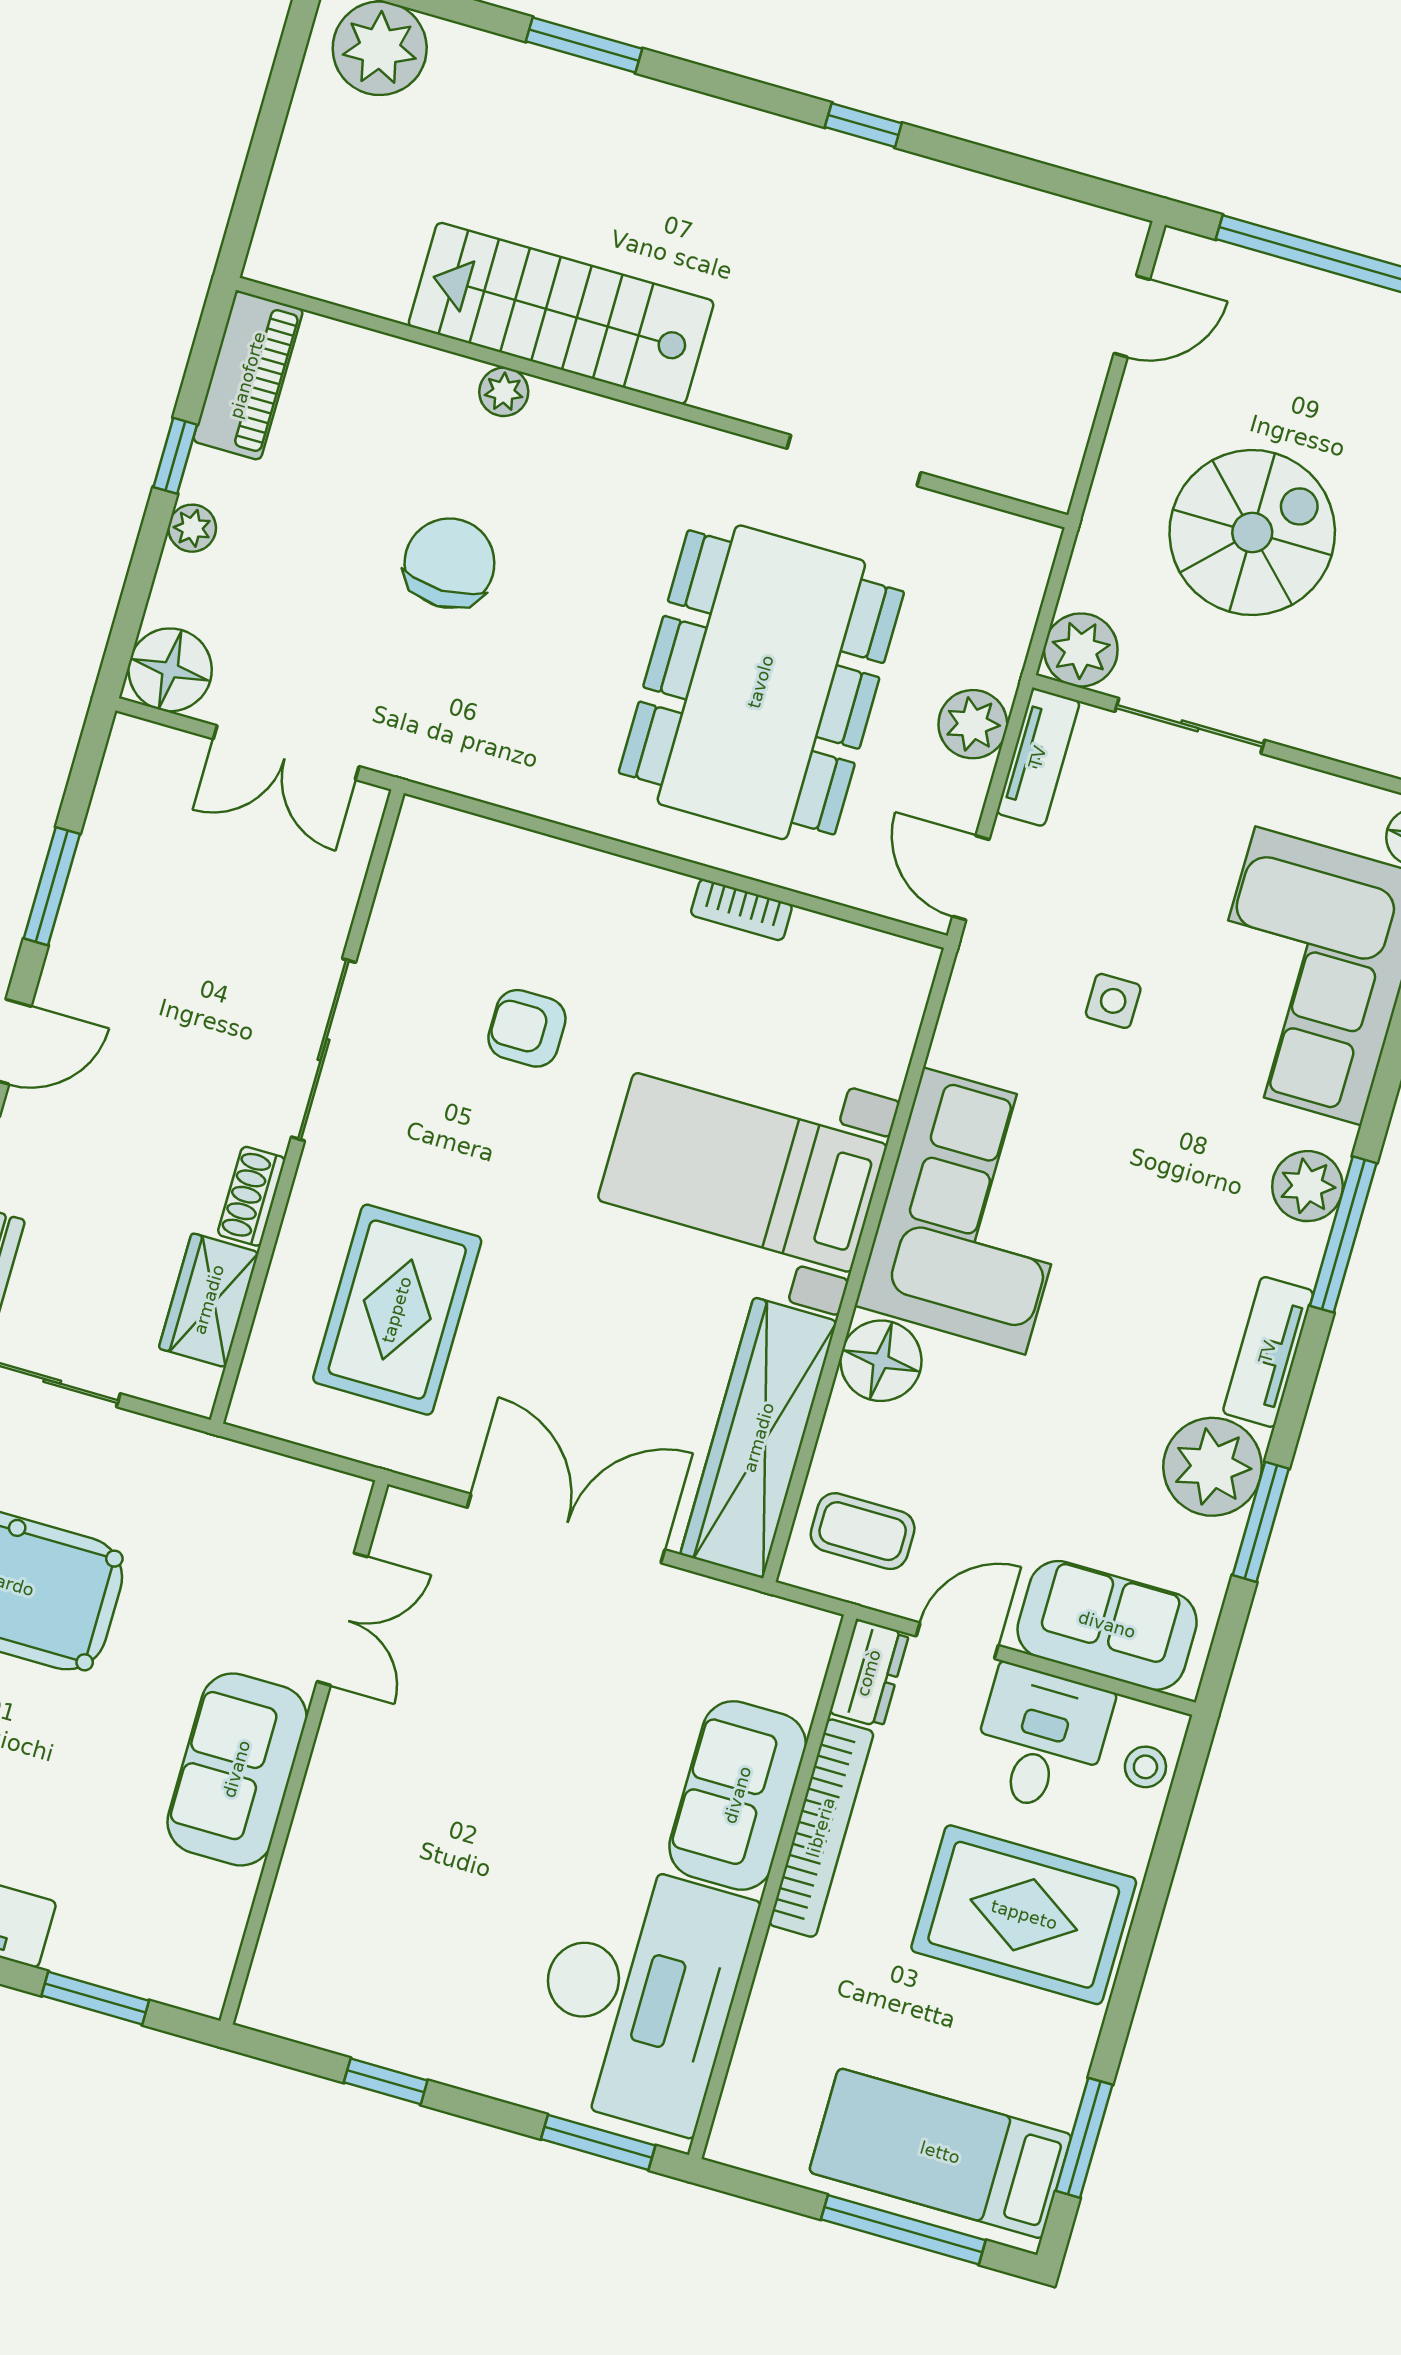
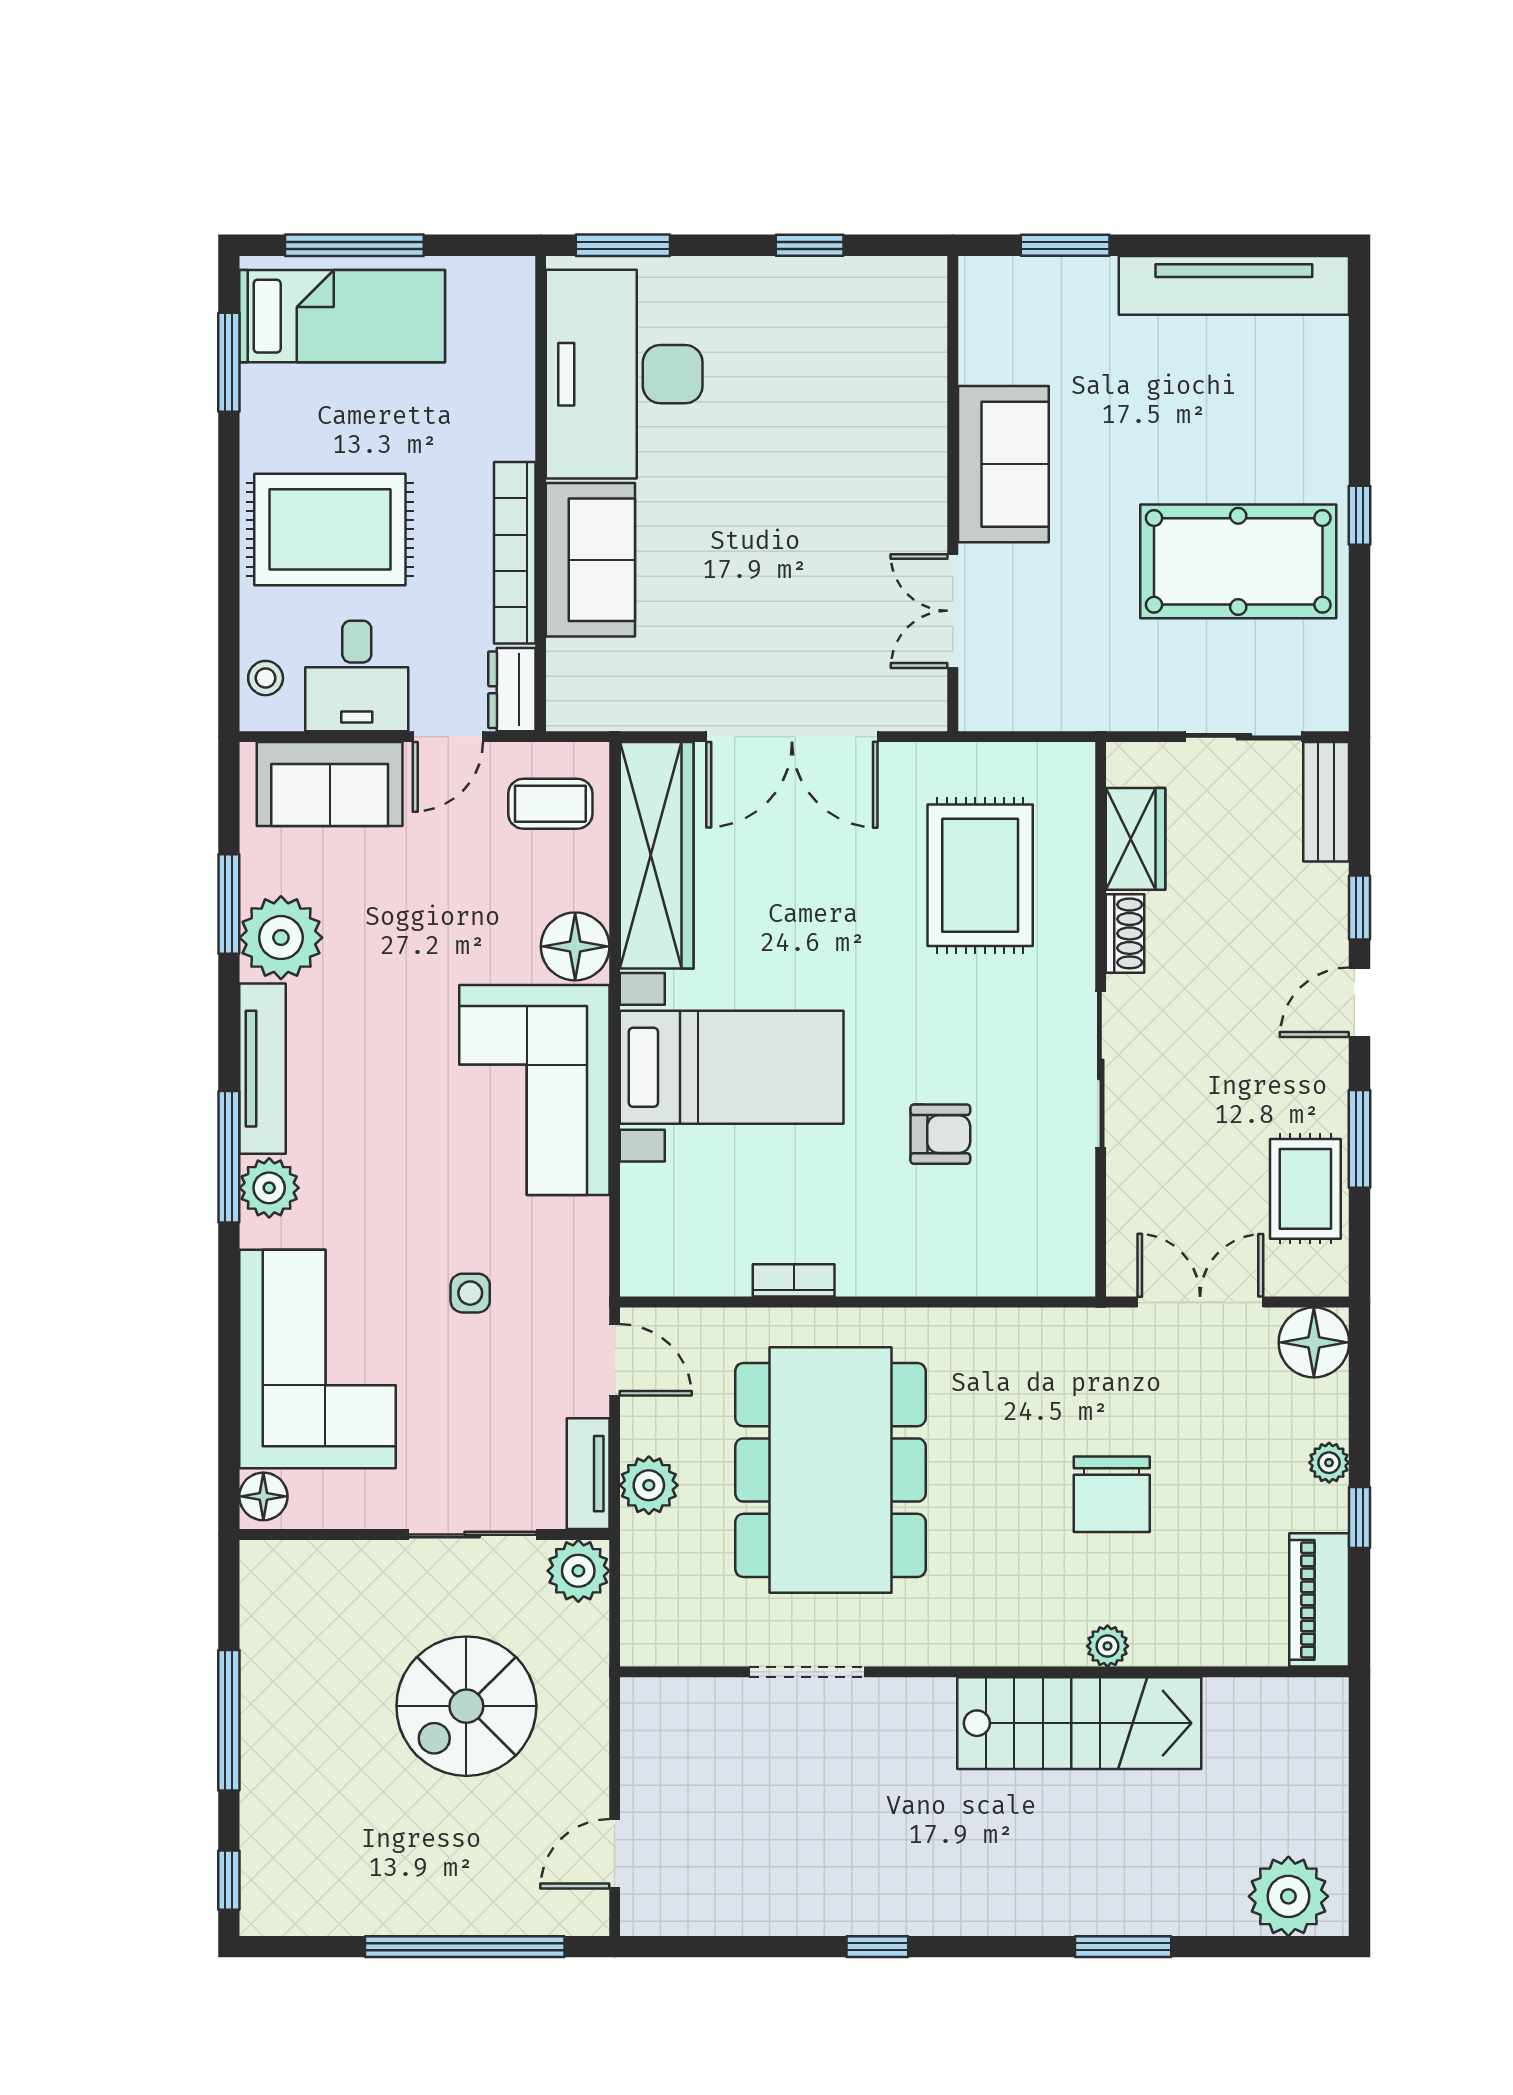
rug: (130, 847) -> (1305, 1189), added
tv unit: (1268, 1352) -> (263, 1069), width x1.41

